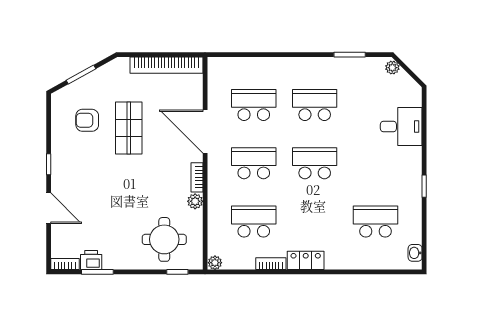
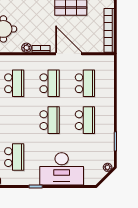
desk: (401, 126) -> (62, 169), width x1.87, depth x1.30
door: (205, 132) -> (69, 54), hinge flipped

